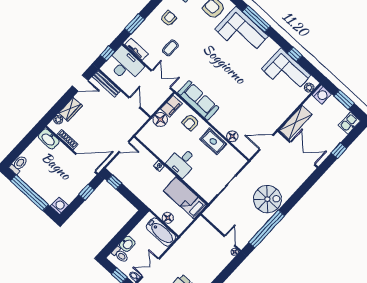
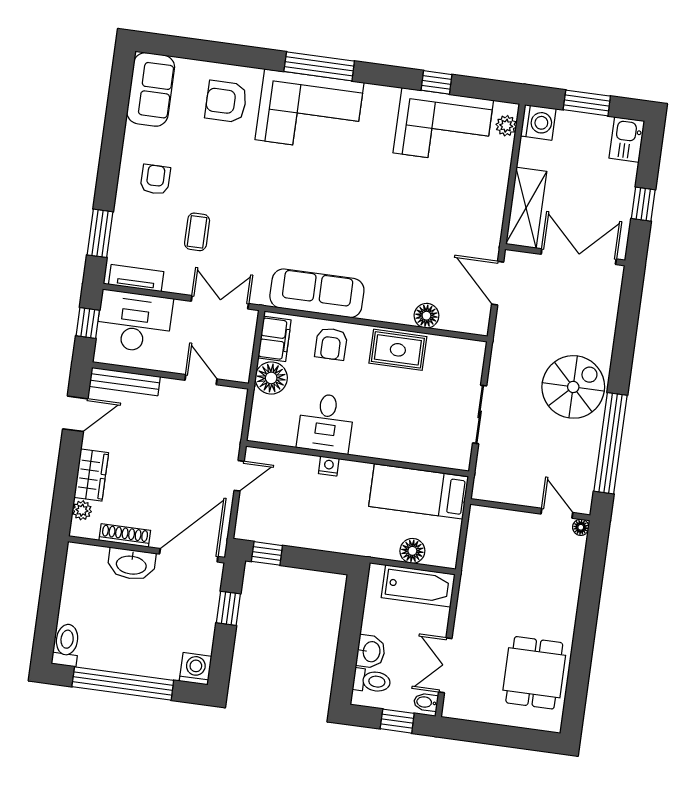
washbasin: (49, 139) -> (131, 564), moved
door: (266, 142) -> (498, 283), hinge flipped
desk: (182, 162) -> (326, 423), moved

